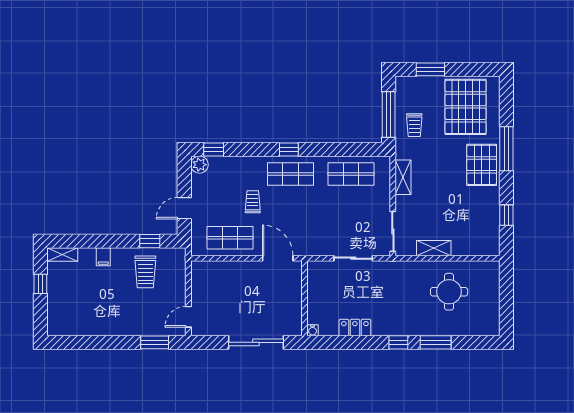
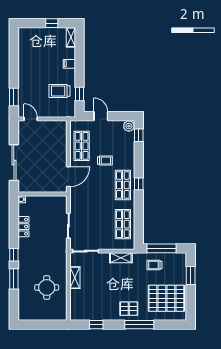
pallet: (482, 165) -> (129, 309), width x0.67, depth x0.71

